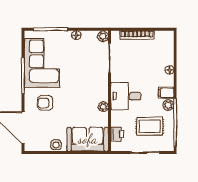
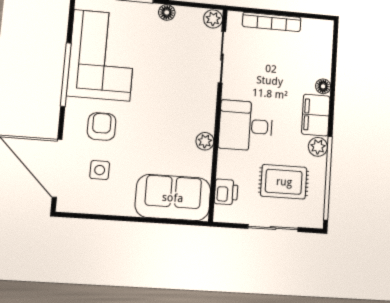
filing cabinet: (166, 93) -> (316, 115), width x2.00
armchair: (45, 103) -> (102, 126), turned 90
side table: (56, 145) -> (100, 170), moved

